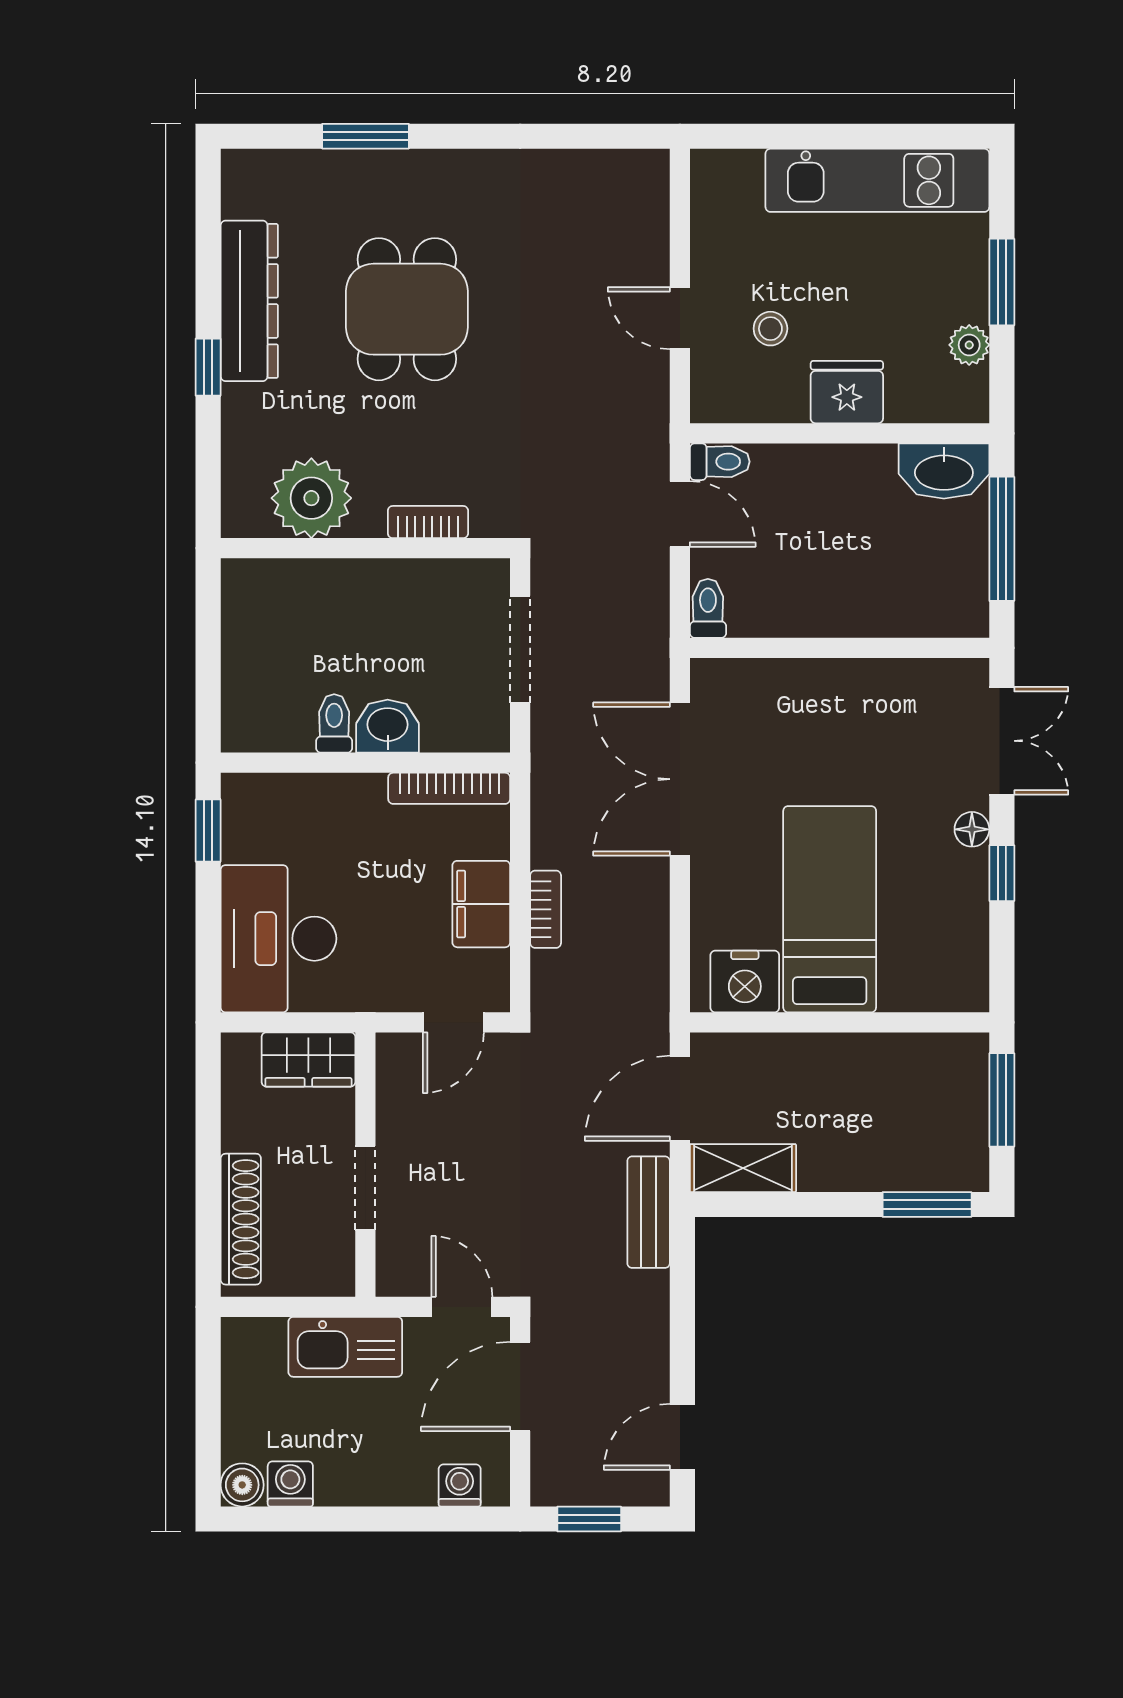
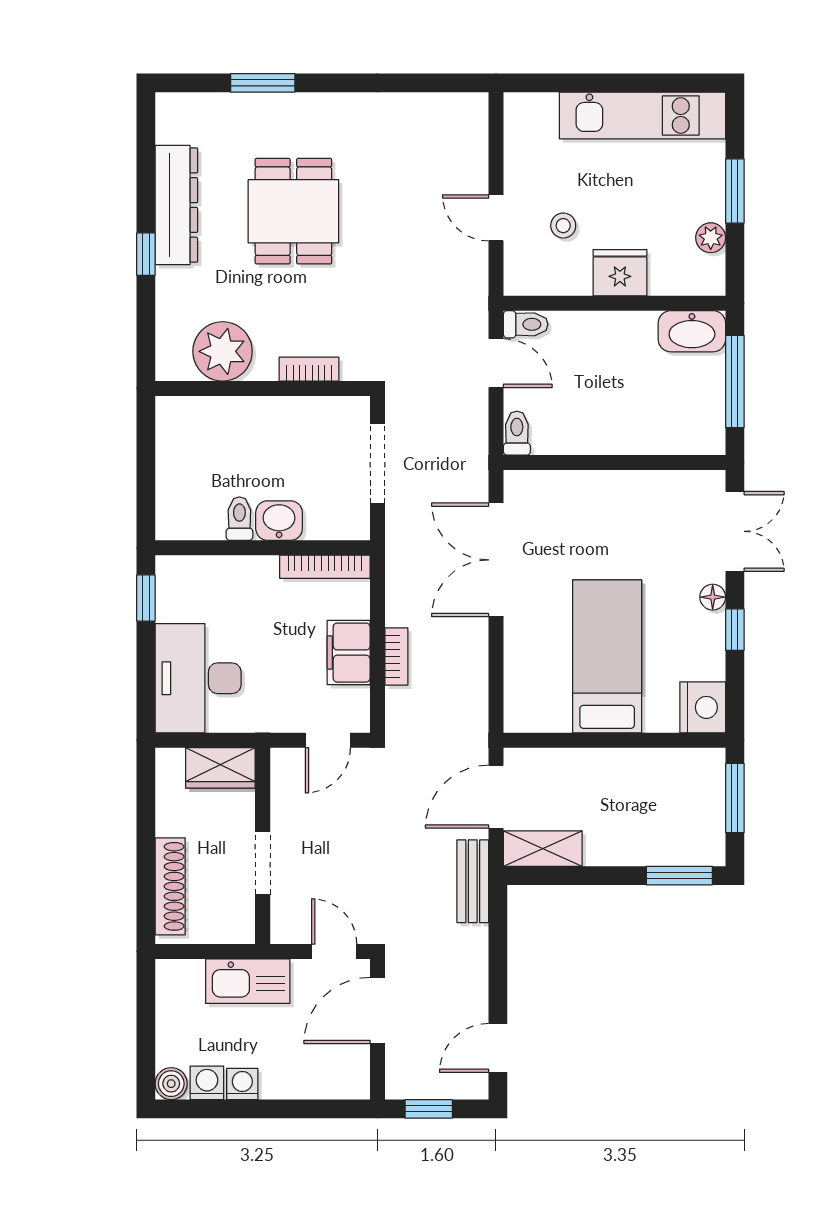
nightstand: (745, 981) -> (703, 707), moved, turned -90
washing machine: (460, 1485) -> (242, 1084), moved

